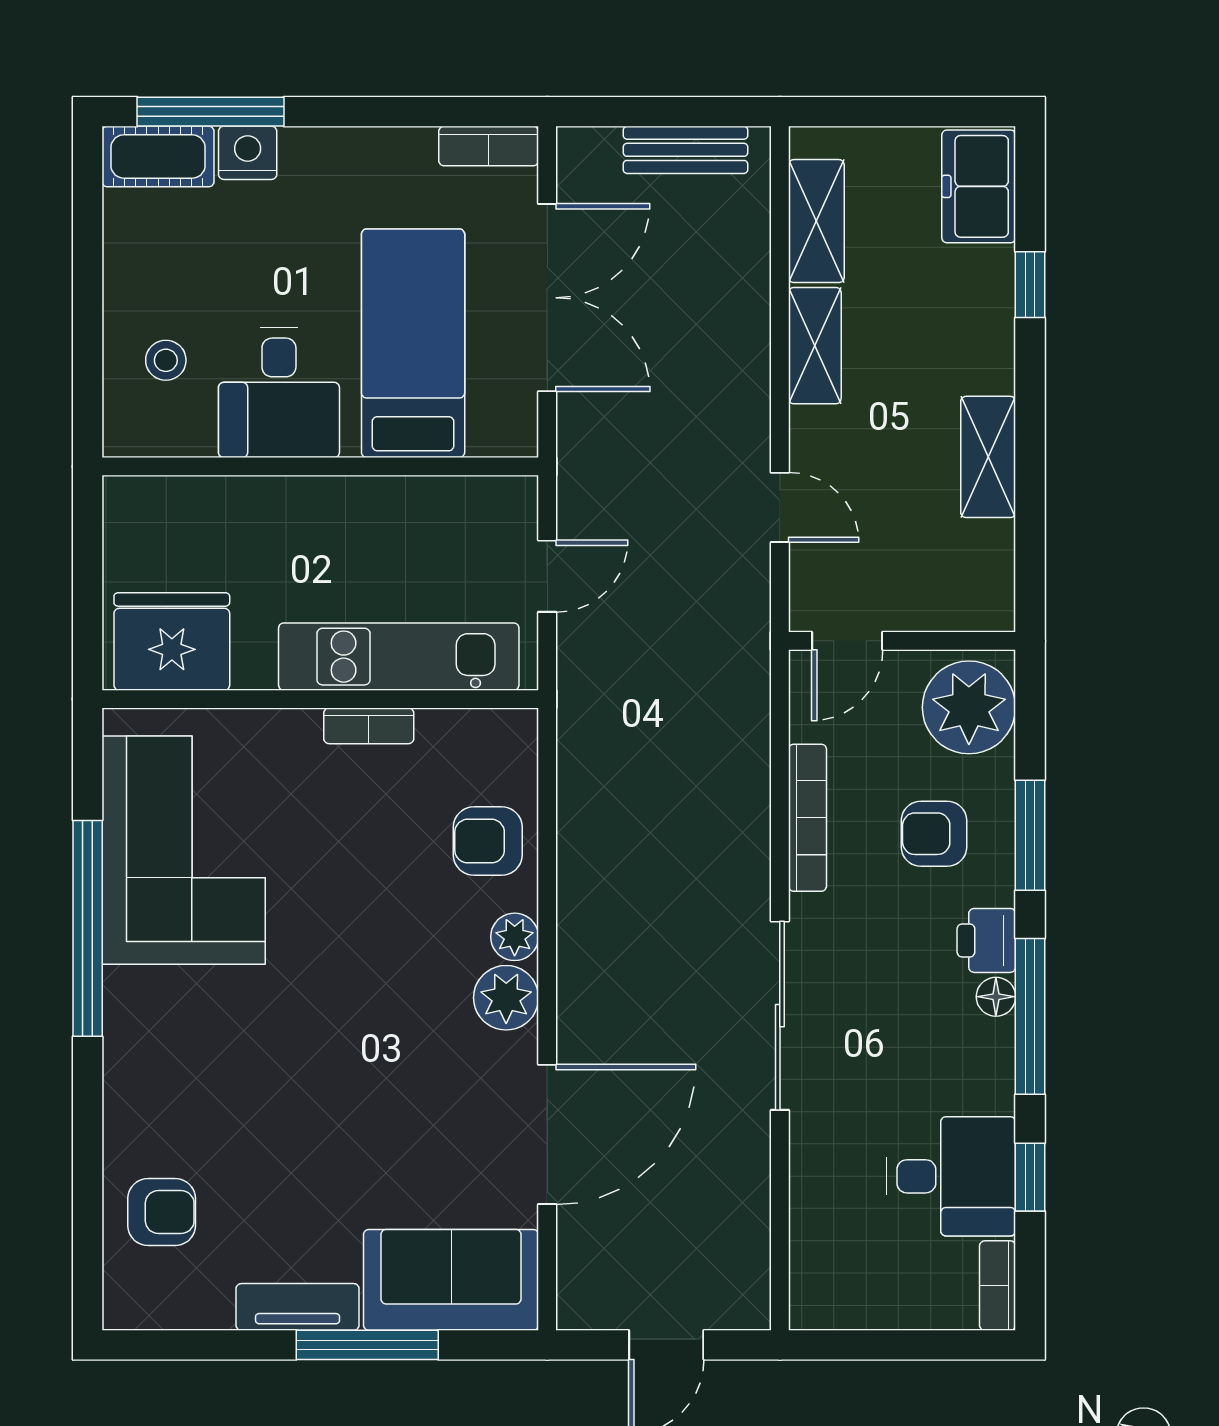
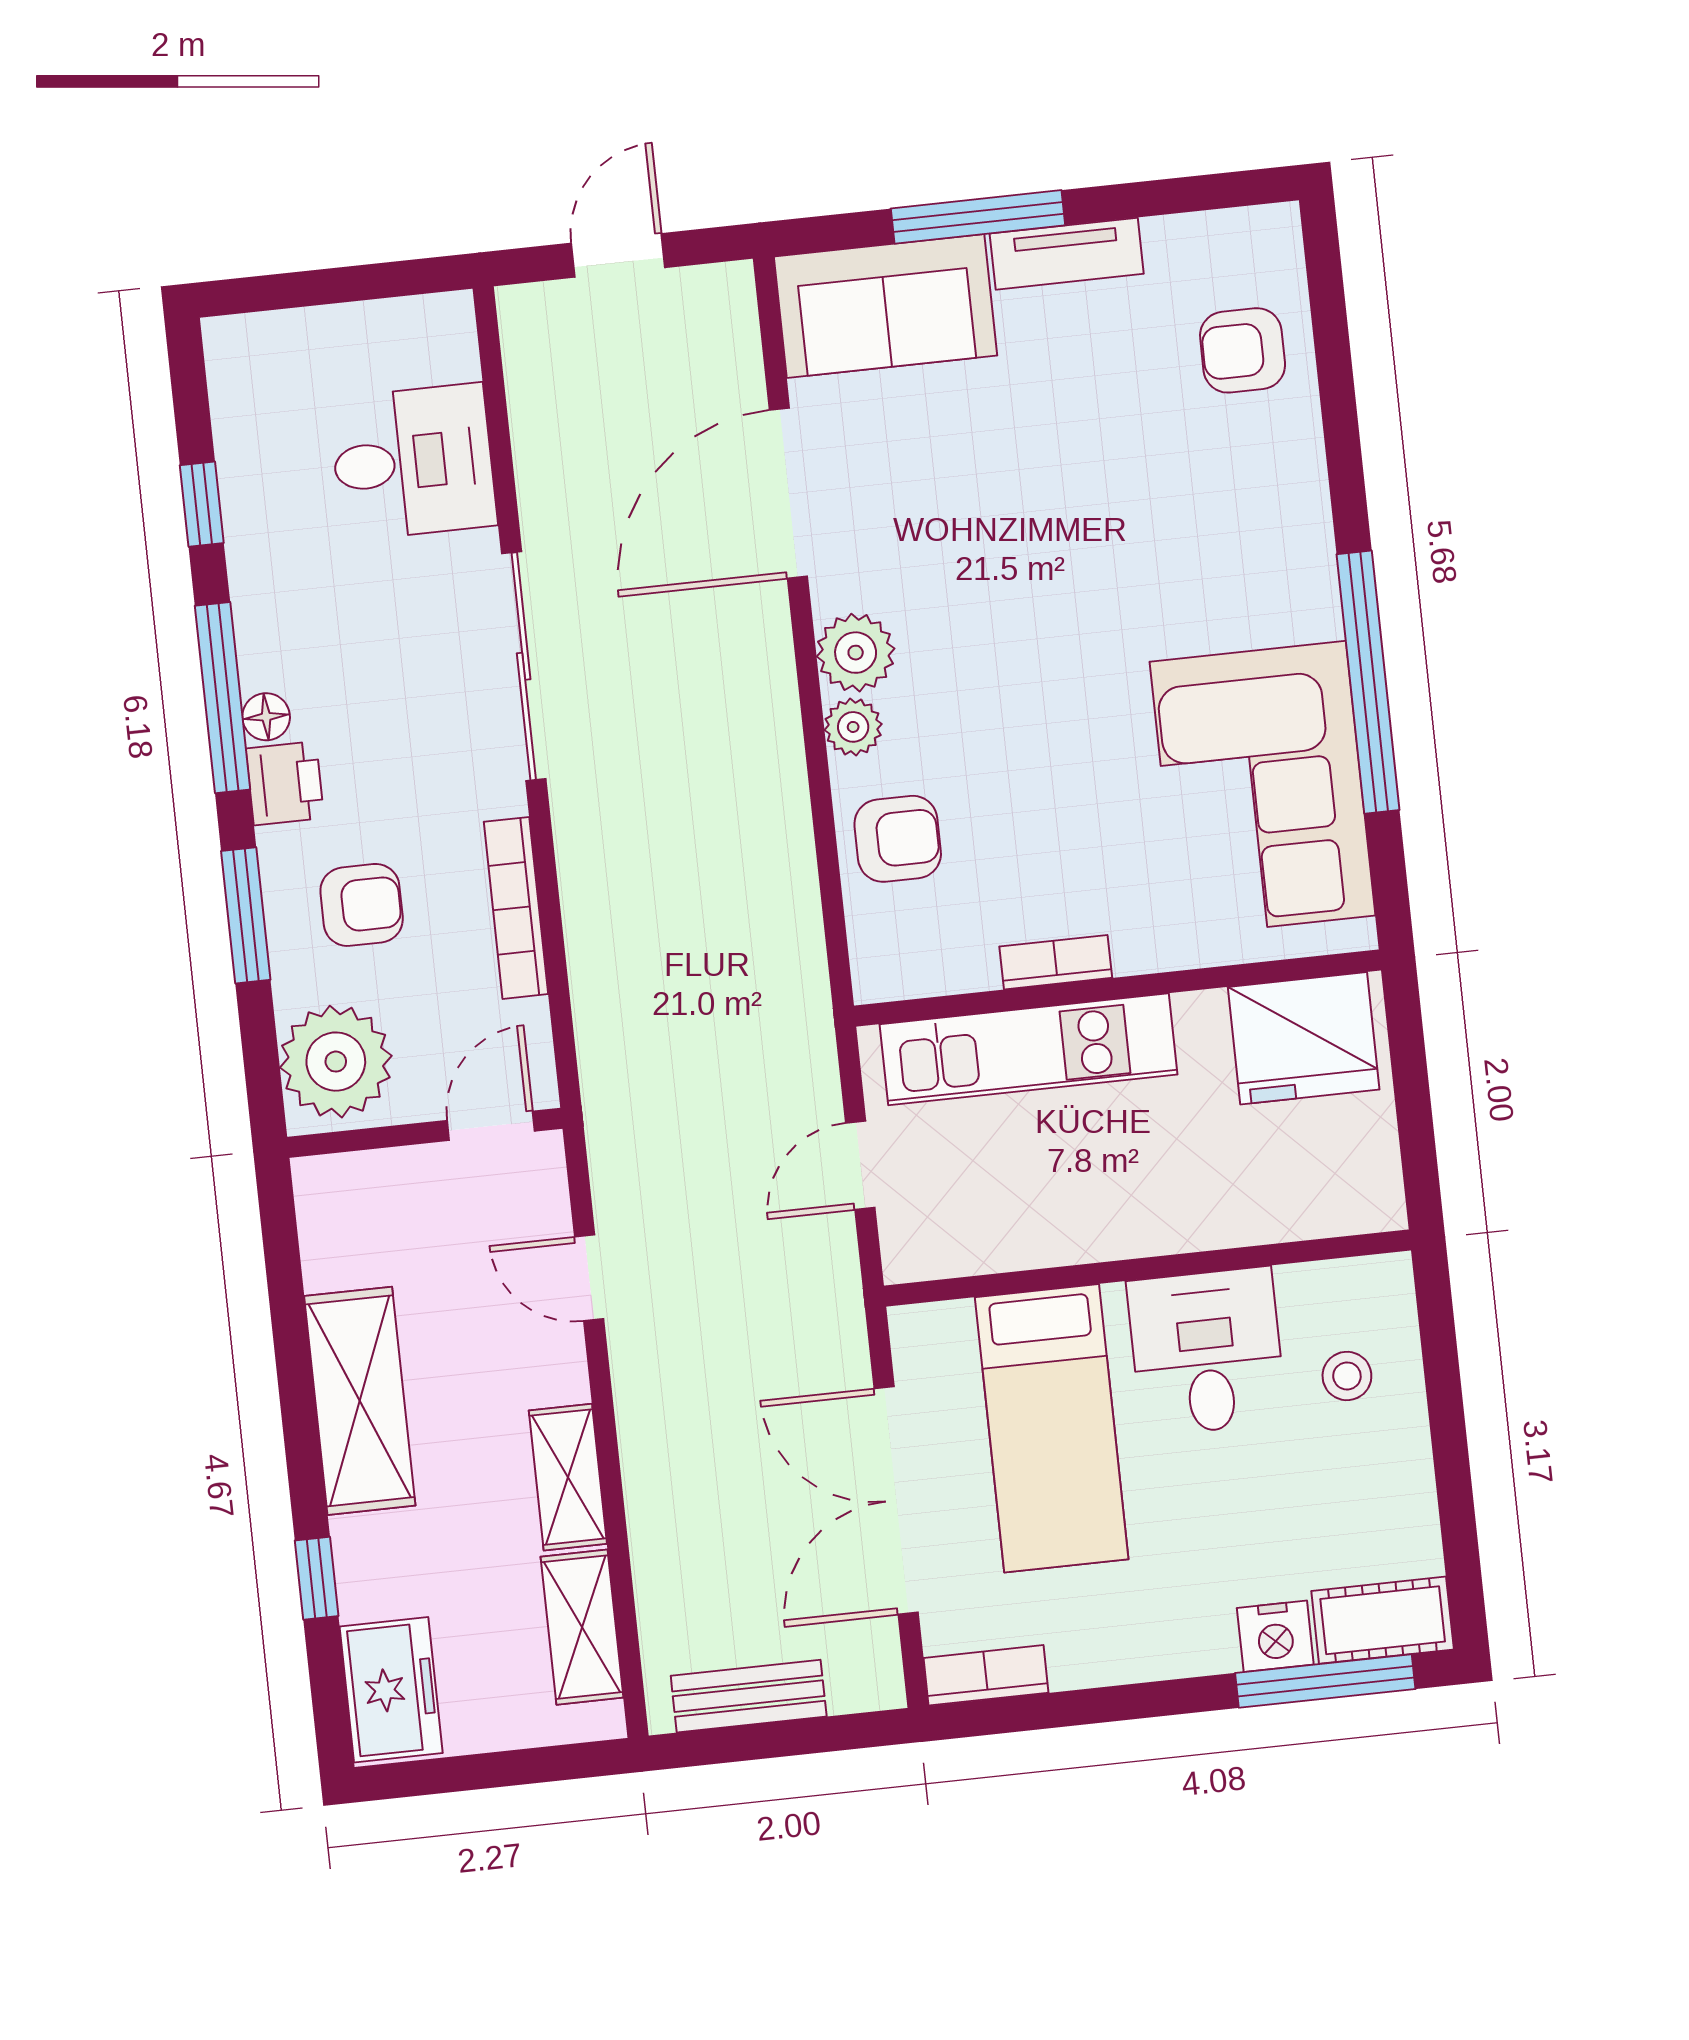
shelving: (988, 457) -> (360, 1401), width x1.50, depth x1.33
desk: (951, 1176) -> (413, 462), moved, turned 180
bookcase: (998, 1286) -> (227, 369), removed

